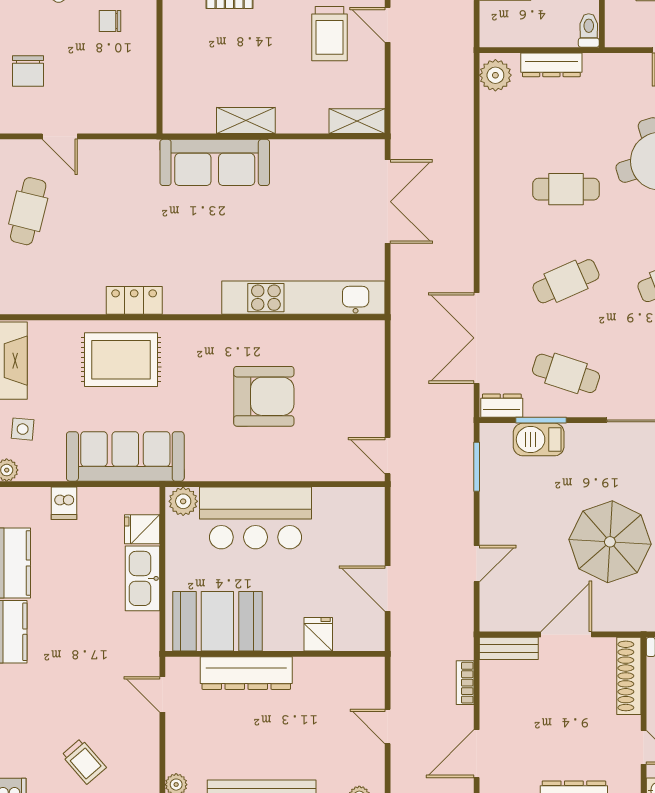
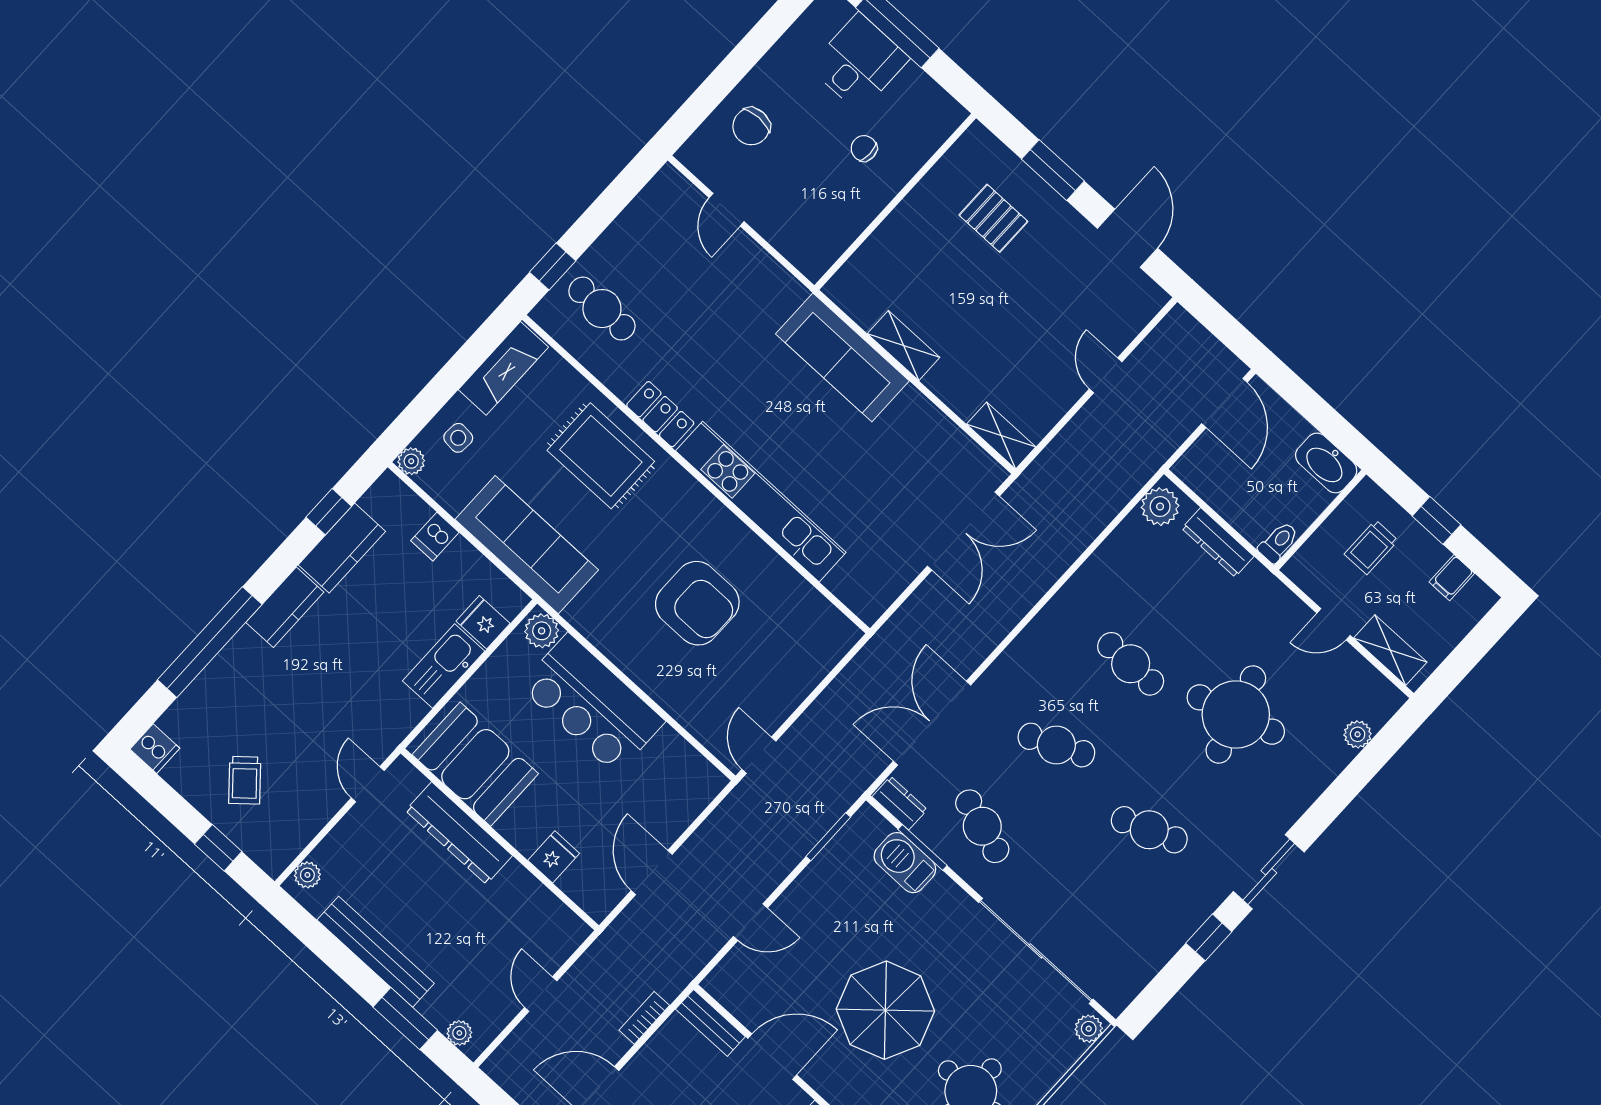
trolley: (330, 34) -> (1047, 336), removed
cafe table: (28, 211) -> (602, 309), moved, turned 76
kitchen unit: (303, 298) -> (761, 502), moved

